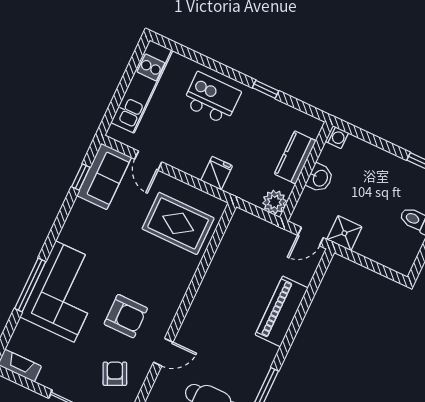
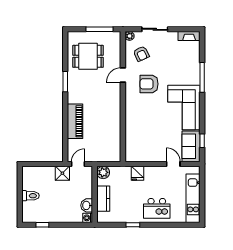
washbasin: (320, 178) -> (87, 205), moved
rug: (178, 223) -> (145, 140), removed
corner sofa: (65, 292) -> (184, 108), moved

